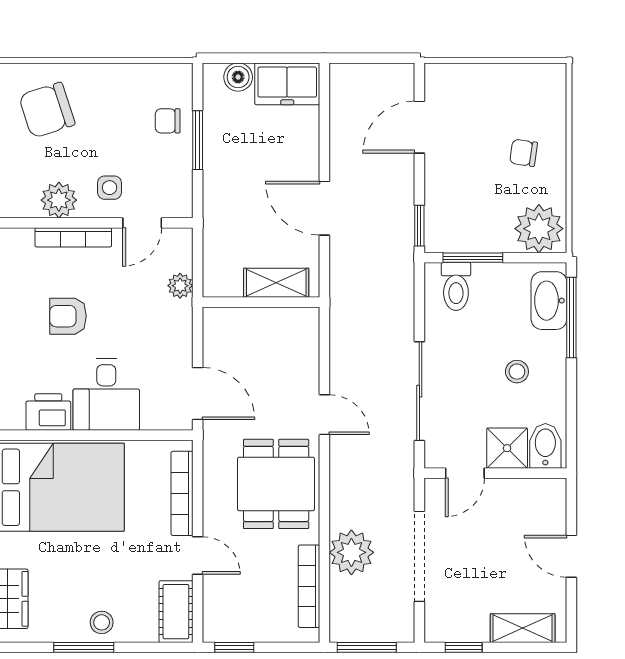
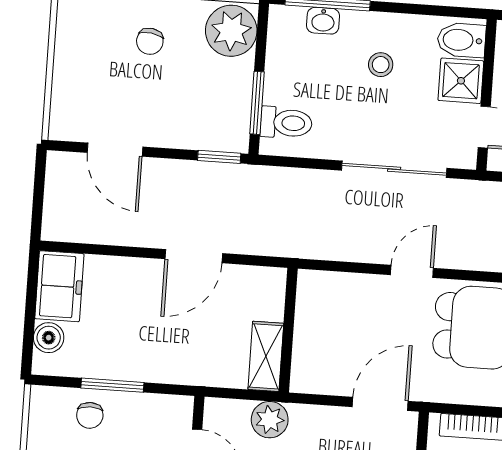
shelving: (276, 283) -> (266, 356), moved
plant: (180, 286) -> (270, 420), width x1.38, depth x1.38
washbasin: (549, 301) -> (323, 21), width x0.52, depth x0.69

